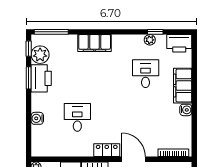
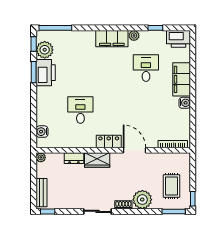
plant: (150, 40) -> (134, 35), moved
filing cabinet: (95, 43) -> (112, 39), moved
water cooler: (37, 118) -> (42, 132), moved

